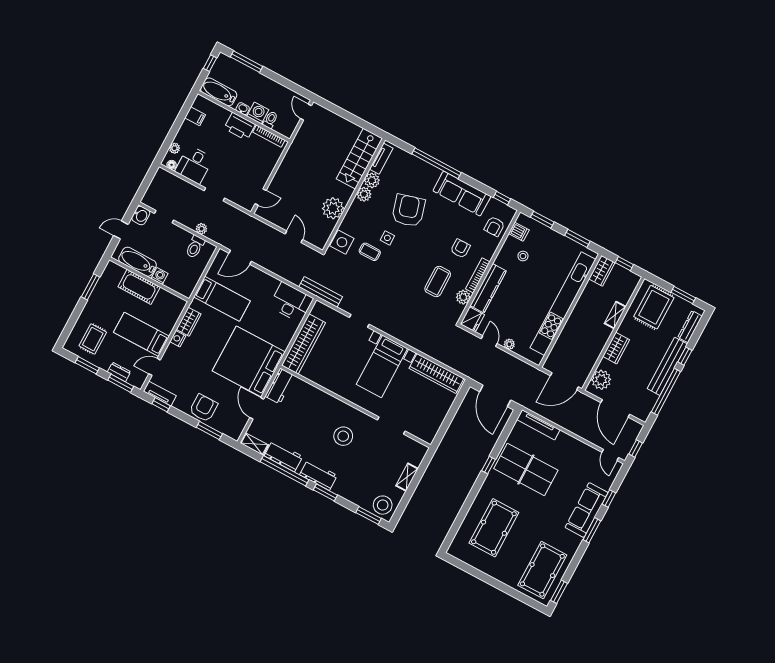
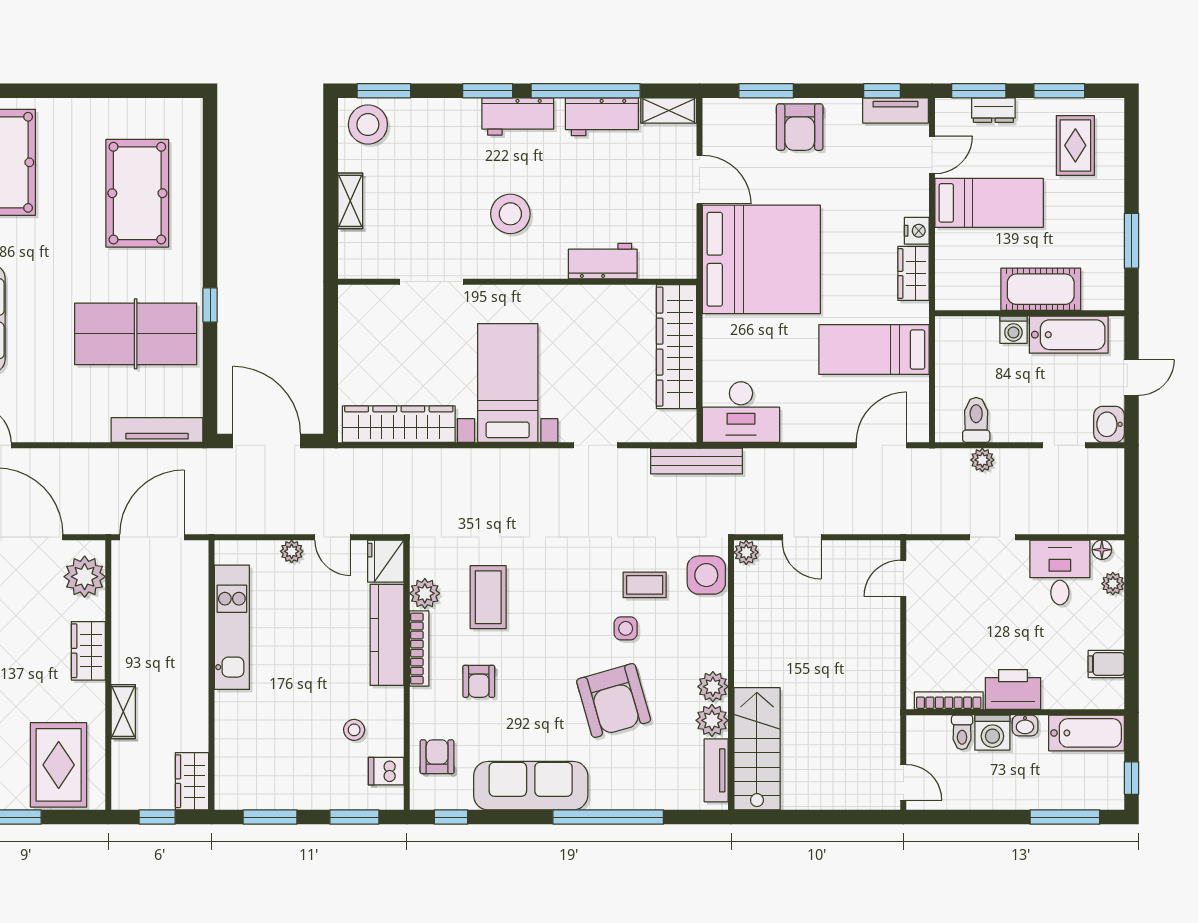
plant: (333, 208) -> (746, 552), moved, width x0.53, depth x0.53
kitchen unit: (563, 304) -> (232, 627), width x0.54
workbench: (280, 386) -> (603, 261), moved, turned 90

